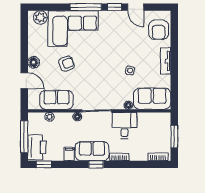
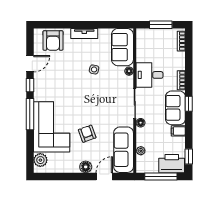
armchair: (159, 30) -> (53, 40), turned 90
sofa: (57, 100) -> (124, 150), width x1.36

